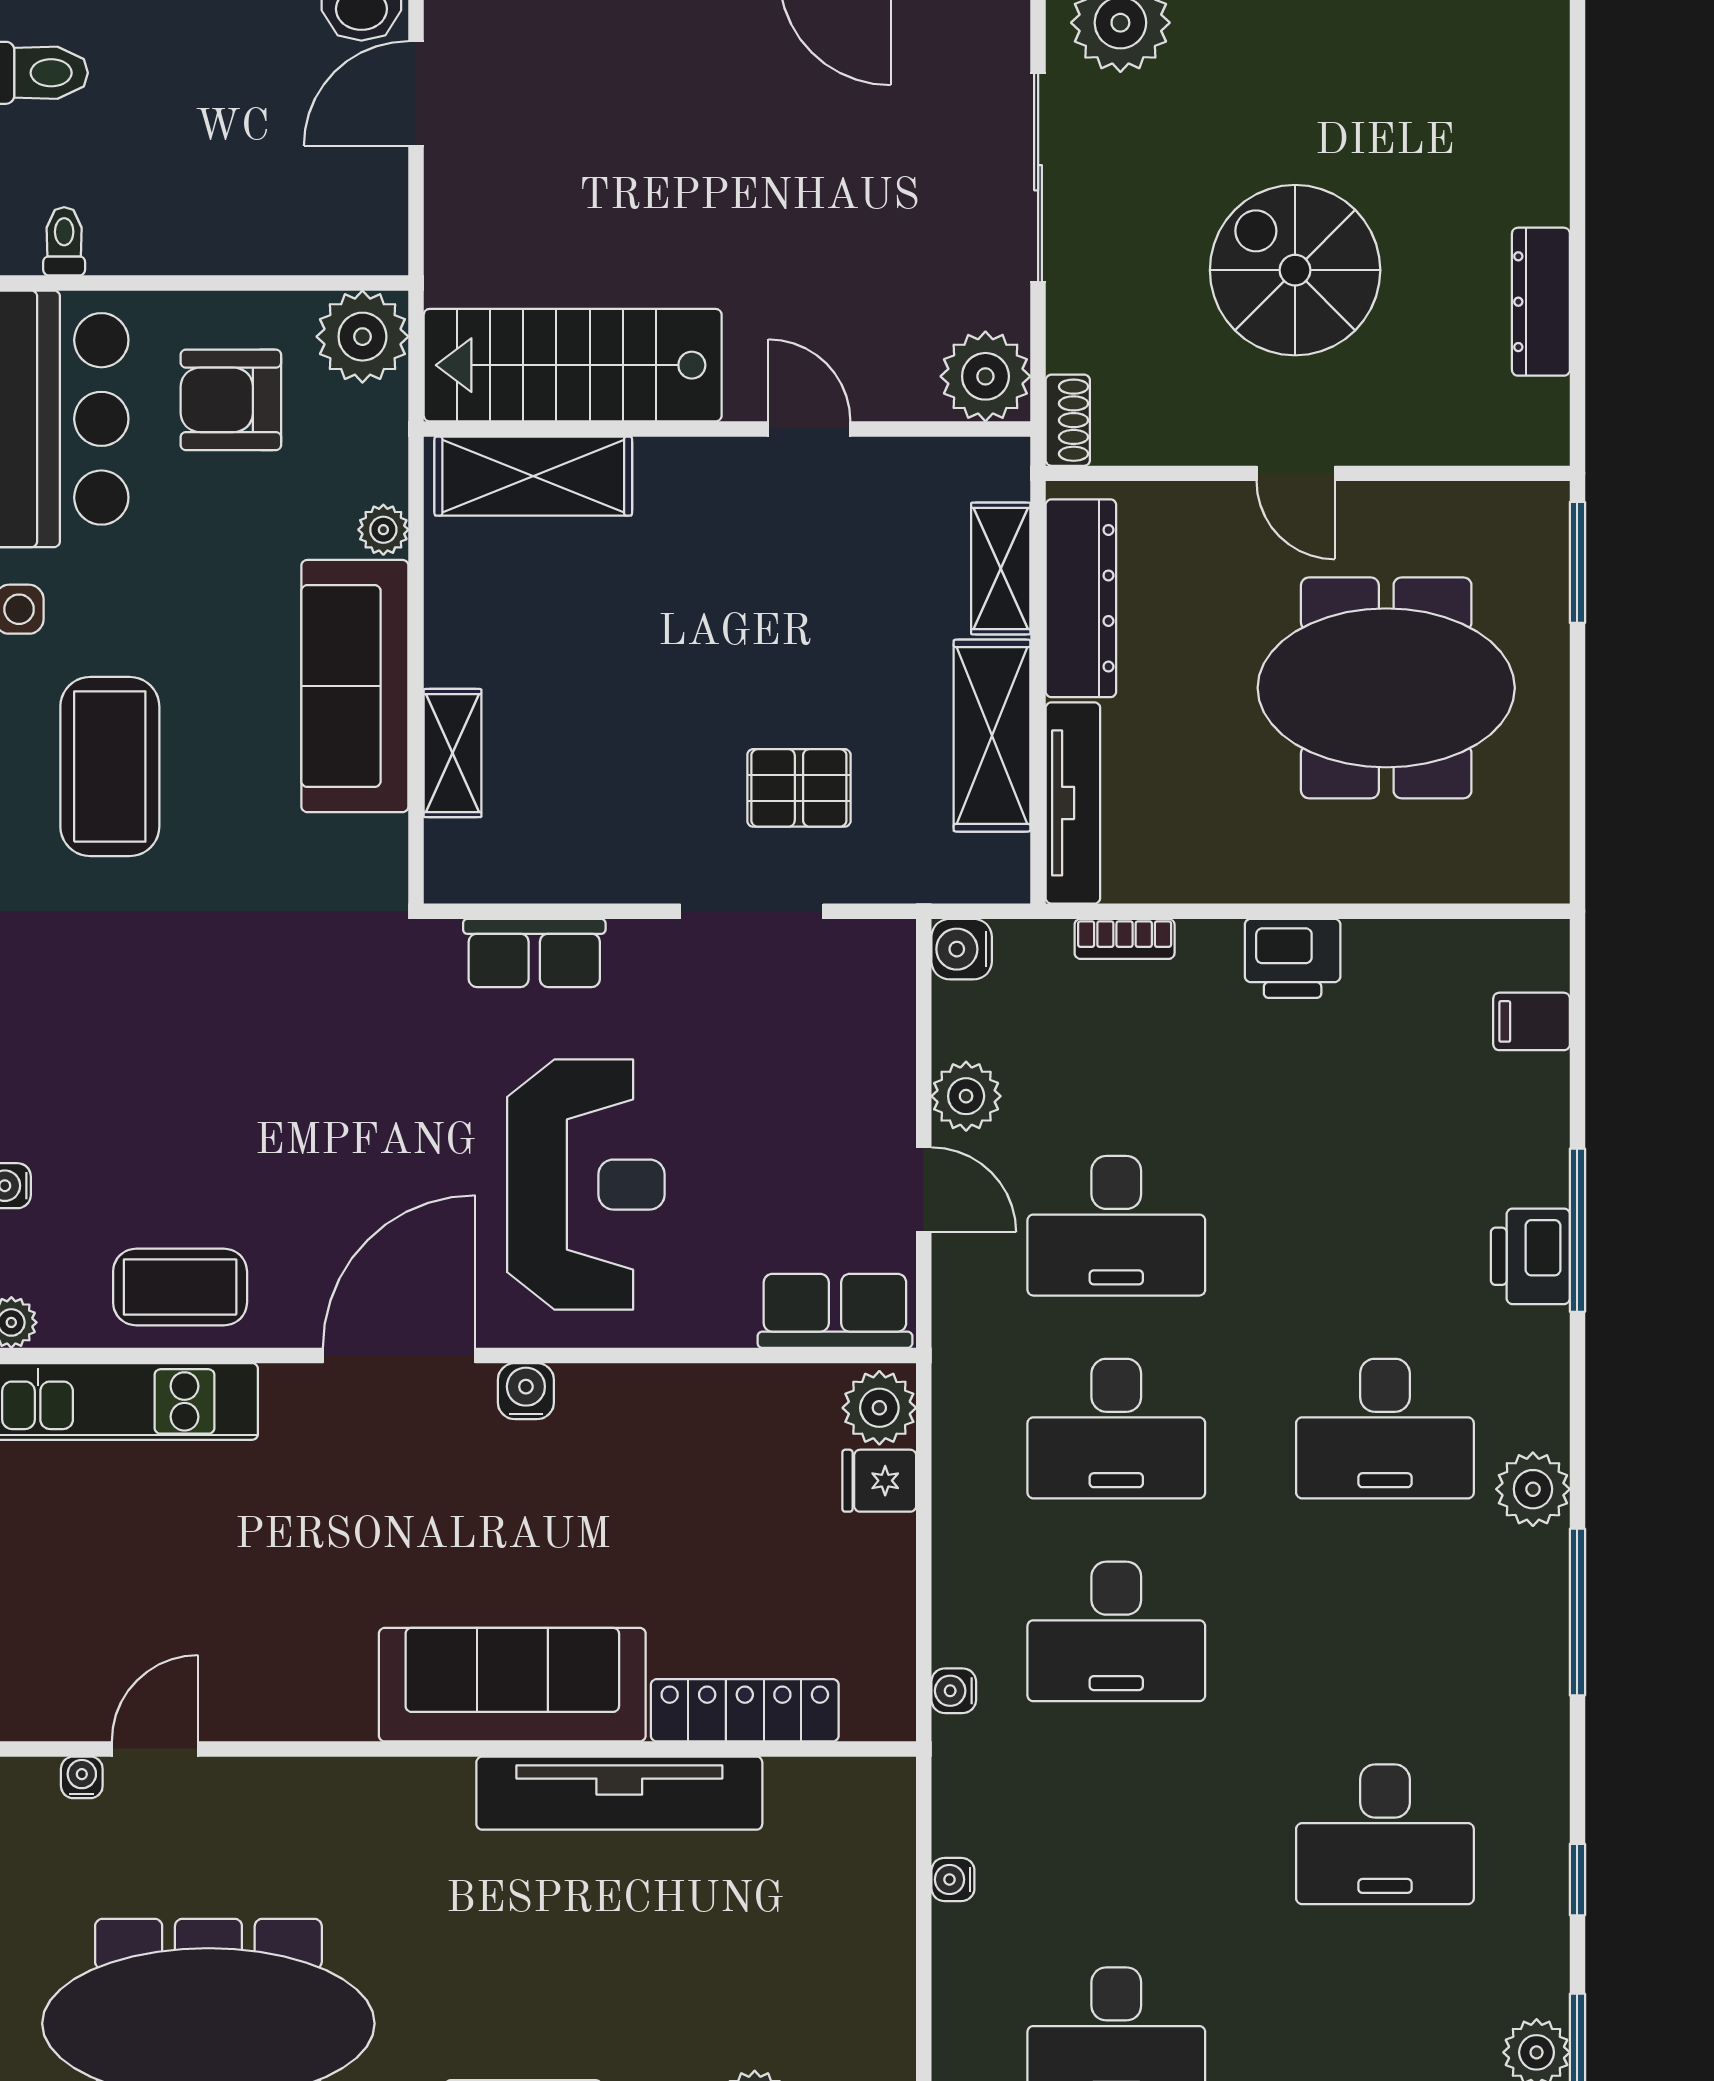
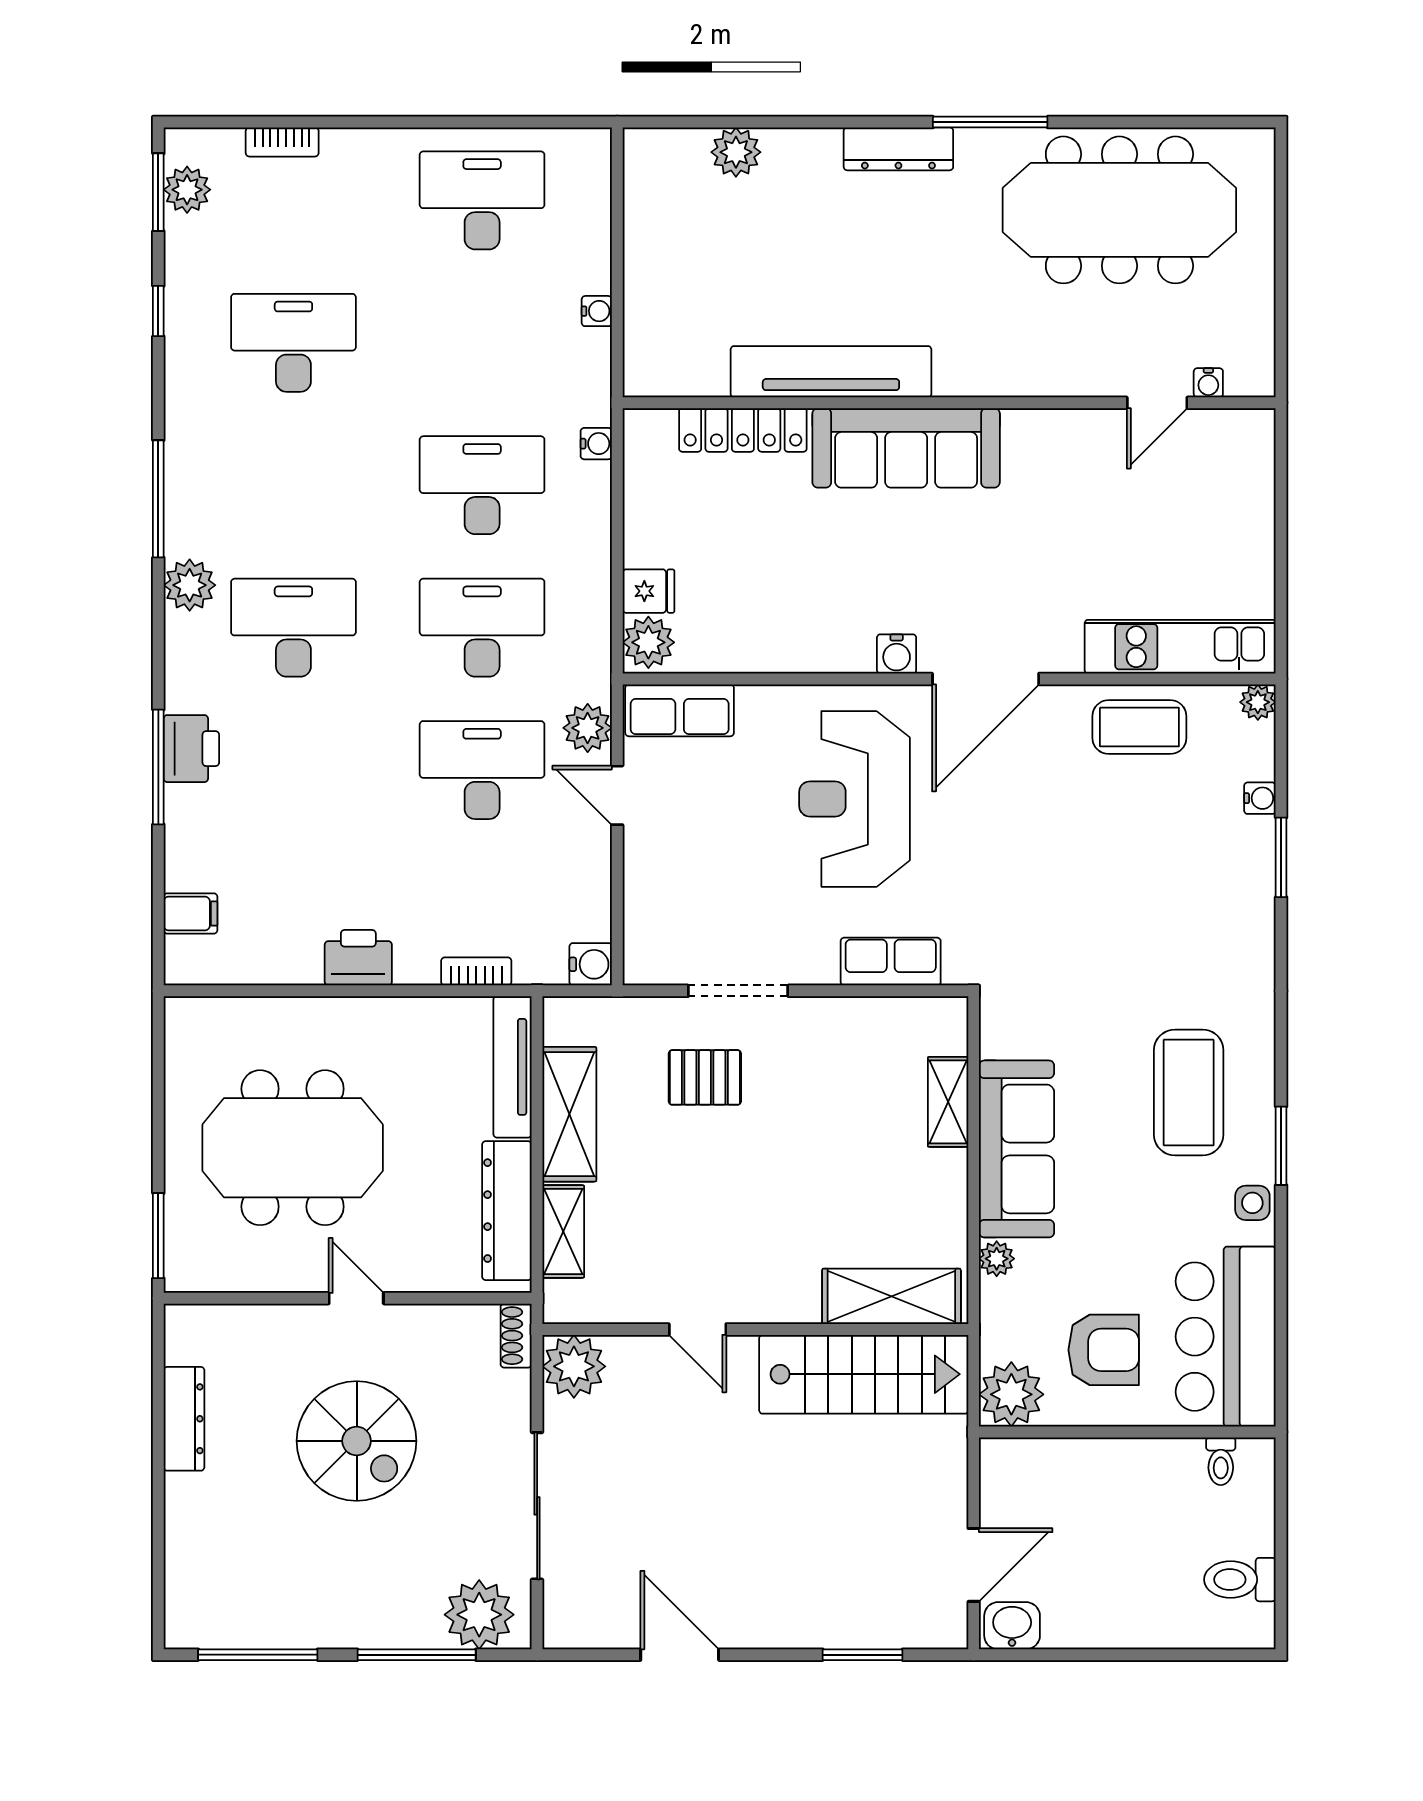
plant: (966, 1096) -> (588, 728), moved

